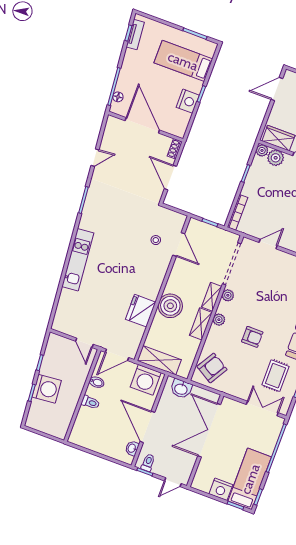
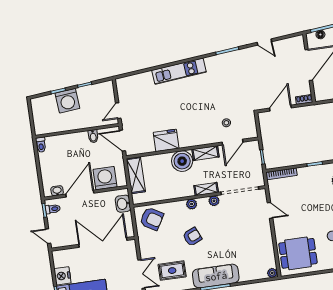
shelving: (201, 324) -> (205, 153), moved
armchair: (252, 337) -> (192, 237), turned -113
washing machine: (146, 380) -> (105, 178), moved, turned 90
toilet: (90, 402) -> (41, 145), moved

